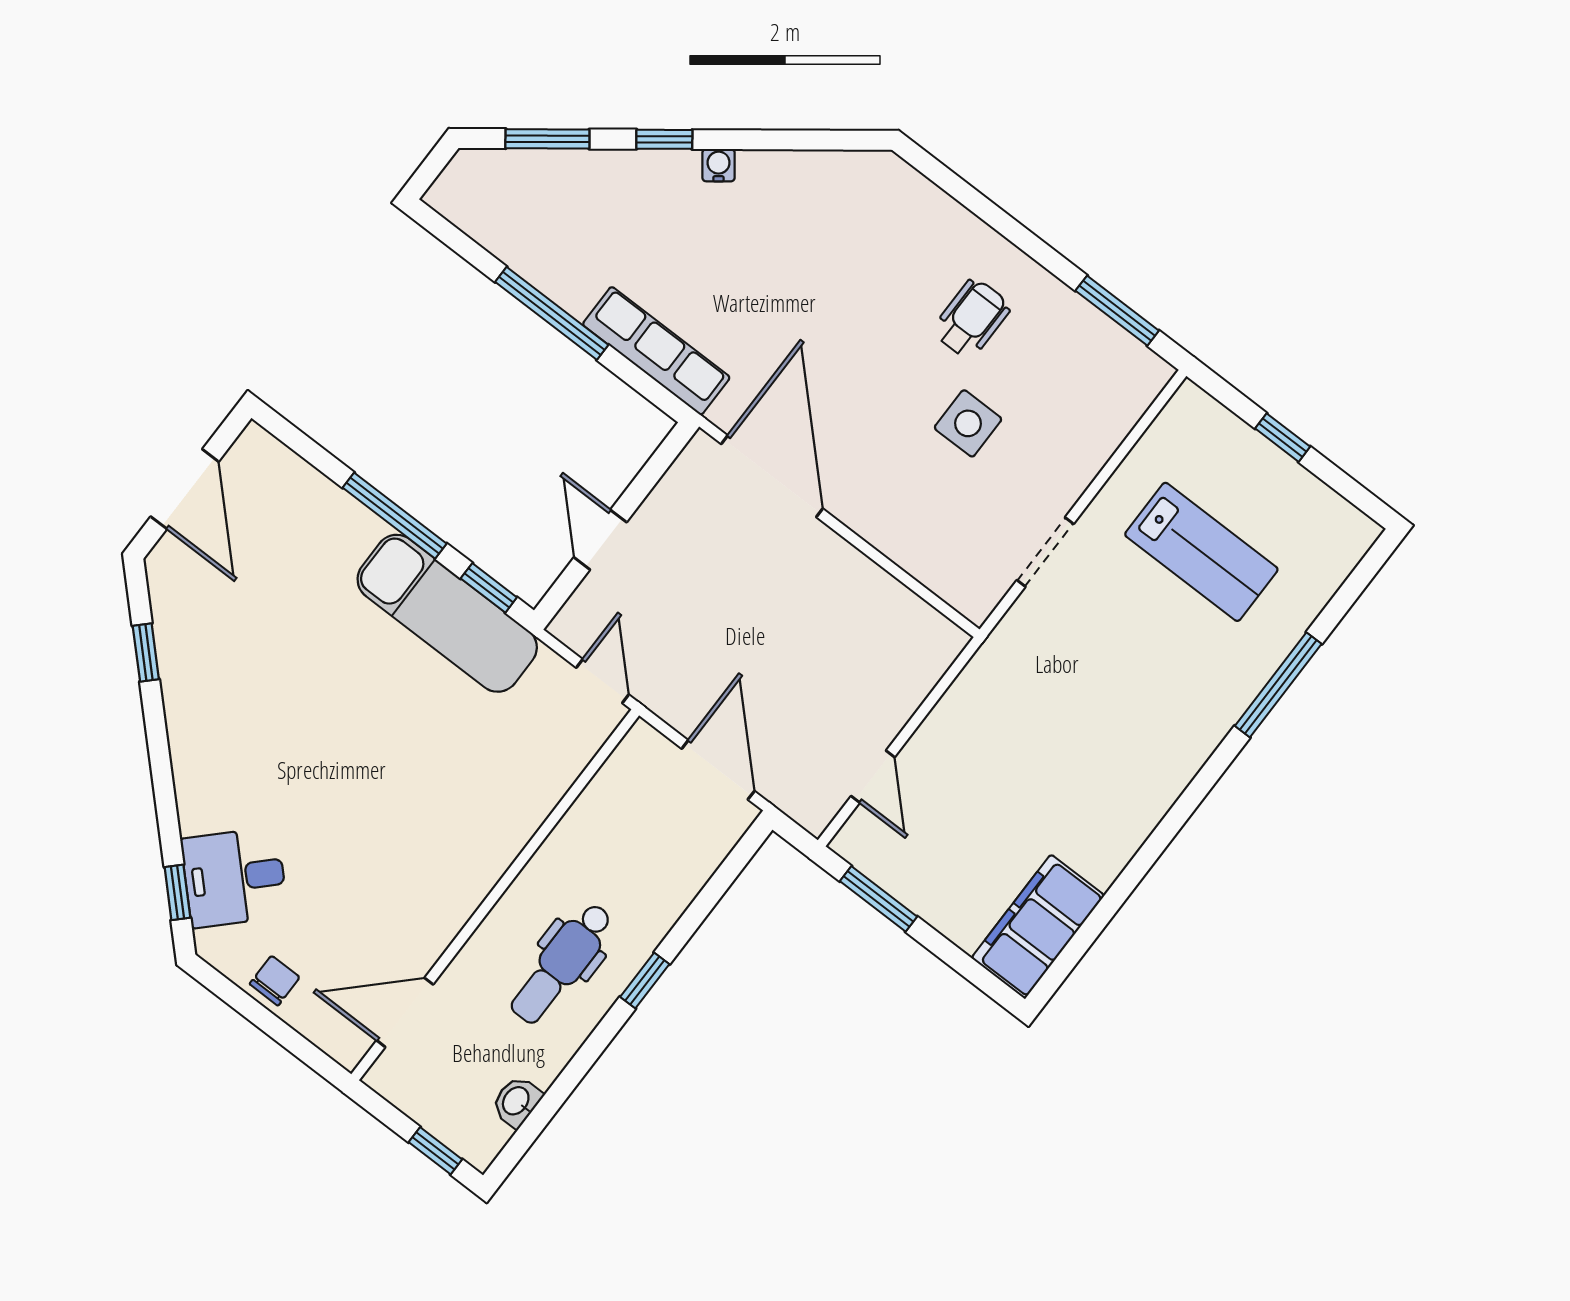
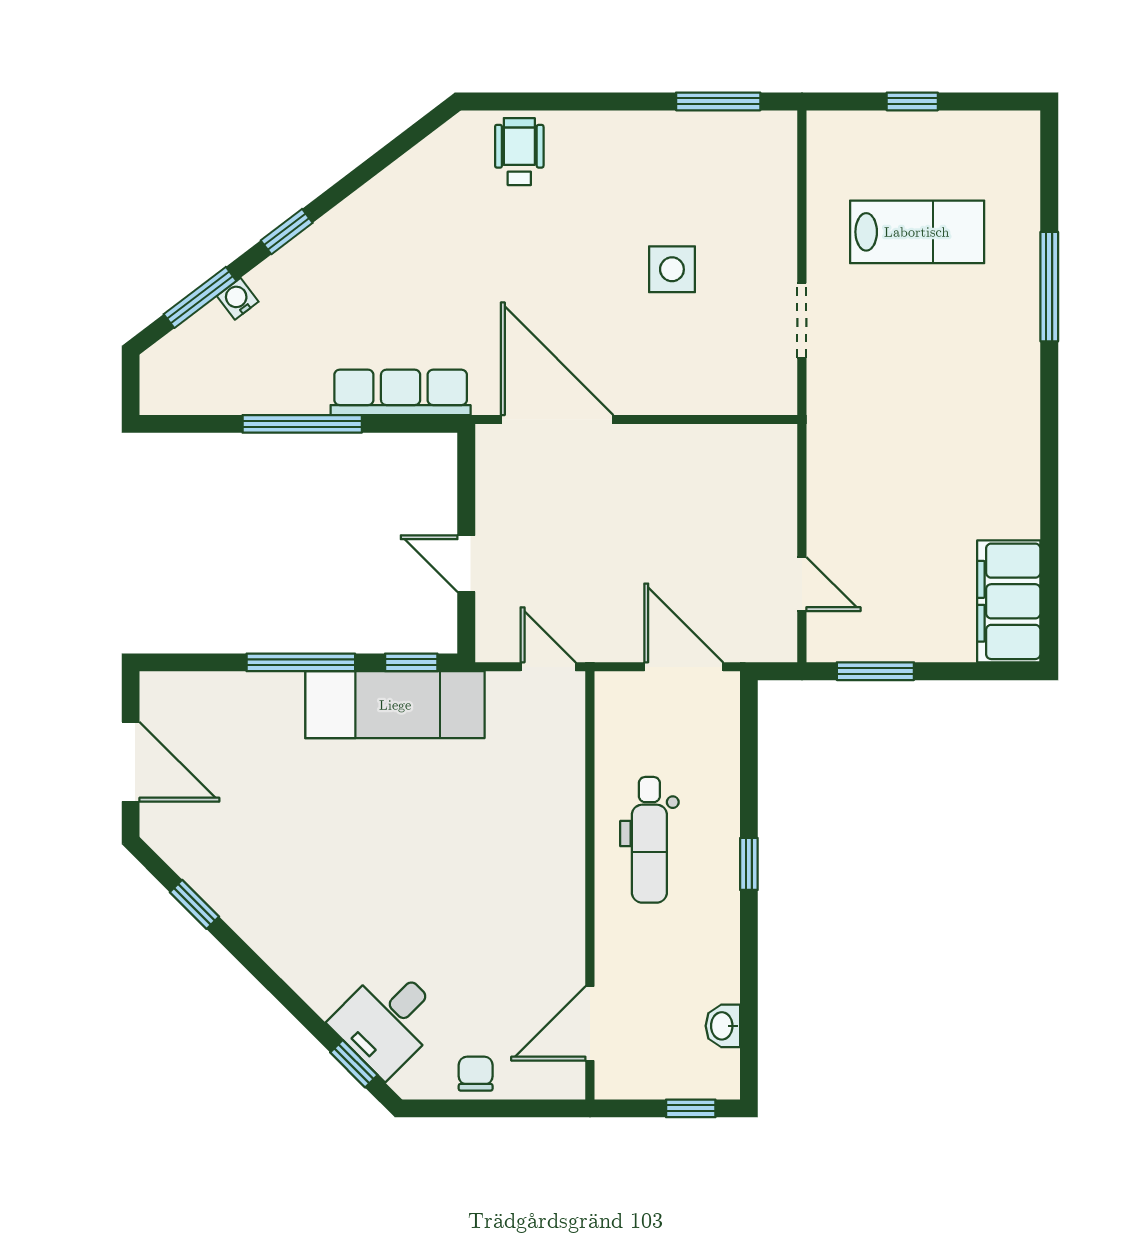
water cooler: (719, 165) -> (238, 299), moved
wheelchair: (972, 319) -> (519, 152), moved
dental chair: (562, 963) -> (649, 840), moved

